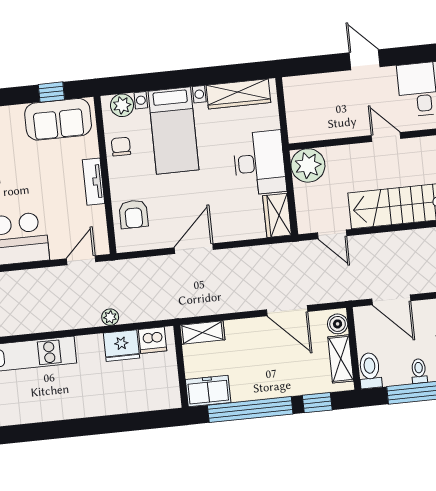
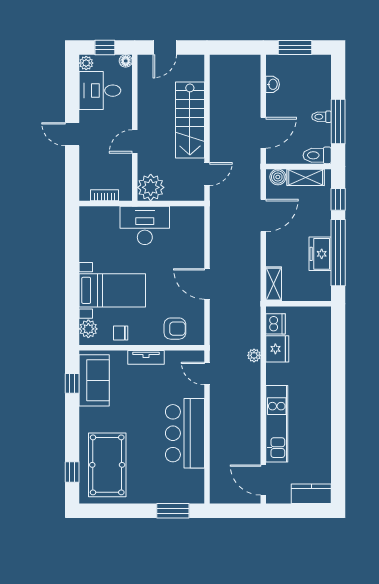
door: (365, 60) -> (72, 134), hinge flipped
wardrobe: (238, 94) -> (89, 236), removed
bookcase: (292, 108) -> (104, 195), added
door: (386, 137) -> (135, 141), moved
wardrobe: (277, 215) -> (188, 216), removed
freezer: (208, 391) -> (320, 254), moved

